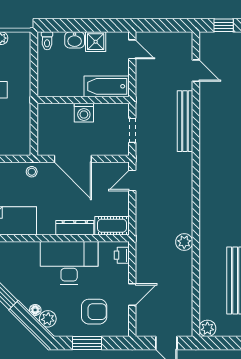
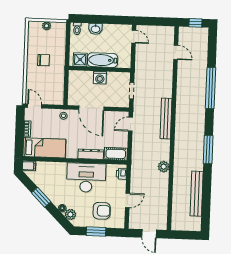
shower: (96, 42) -> (80, 60), moved
bathtub: (107, 86) -> (103, 60), moved
bench: (185, 121) -> (166, 119), moved
plant: (207, 328) -> (177, 225), removed

